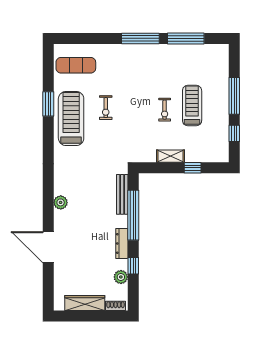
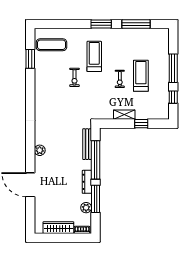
window: (140, 38) -> (101, 24), width x0.69
window: (48, 104) -> (30, 59), moved
treadmill: (71, 118) -> (94, 56), moved, width x0.73, depth x0.73
window: (133, 266) -> (96, 199), width x2.17

